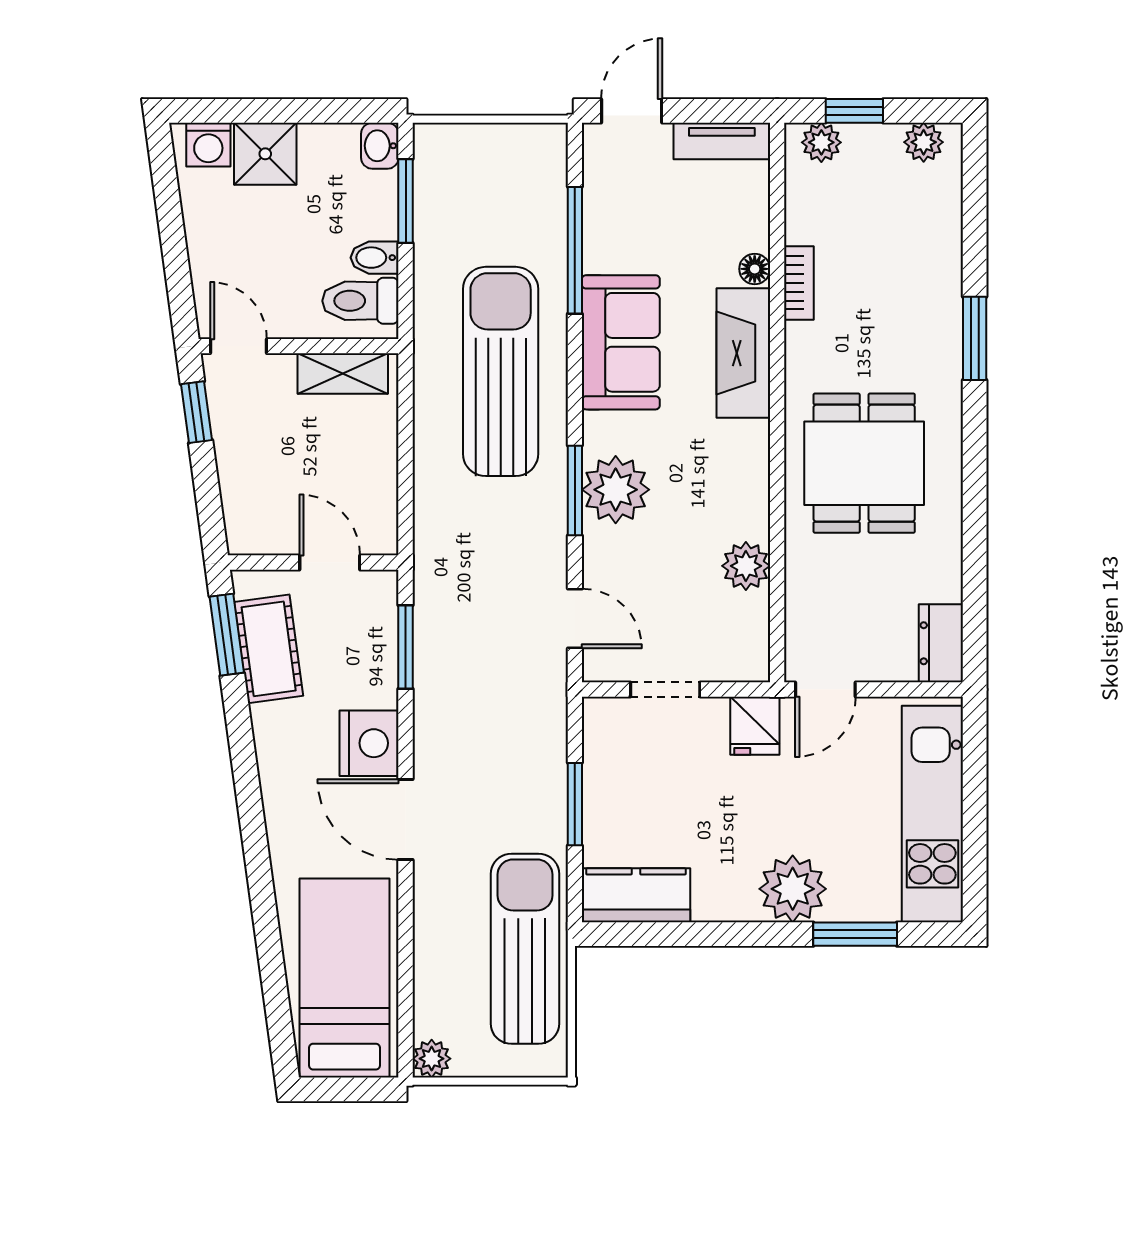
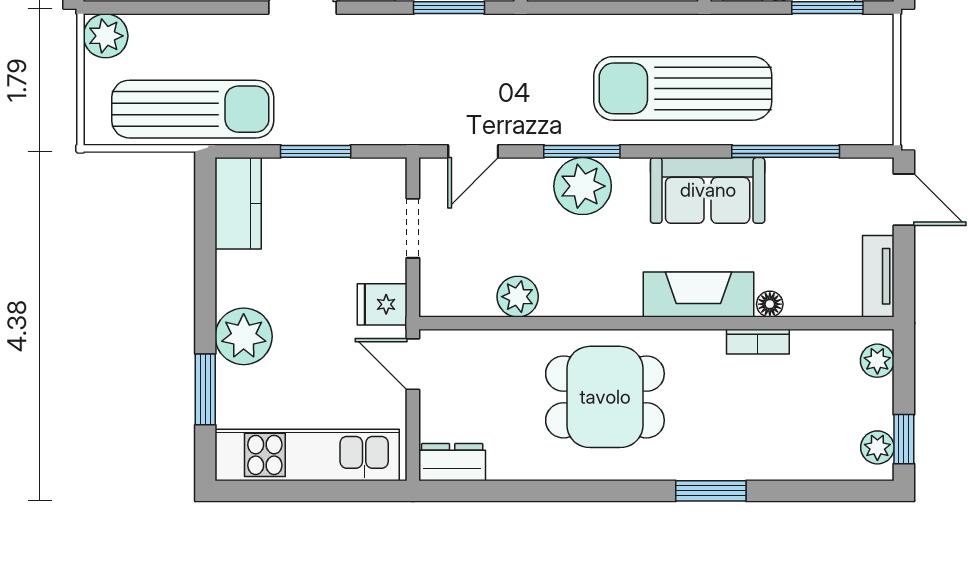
window: (854, 111) -> (904, 439), moved
sun lounger: (501, 371) -> (683, 88), turned 180
plant: (432, 1059) -> (106, 36), width x1.38, depth x1.38

